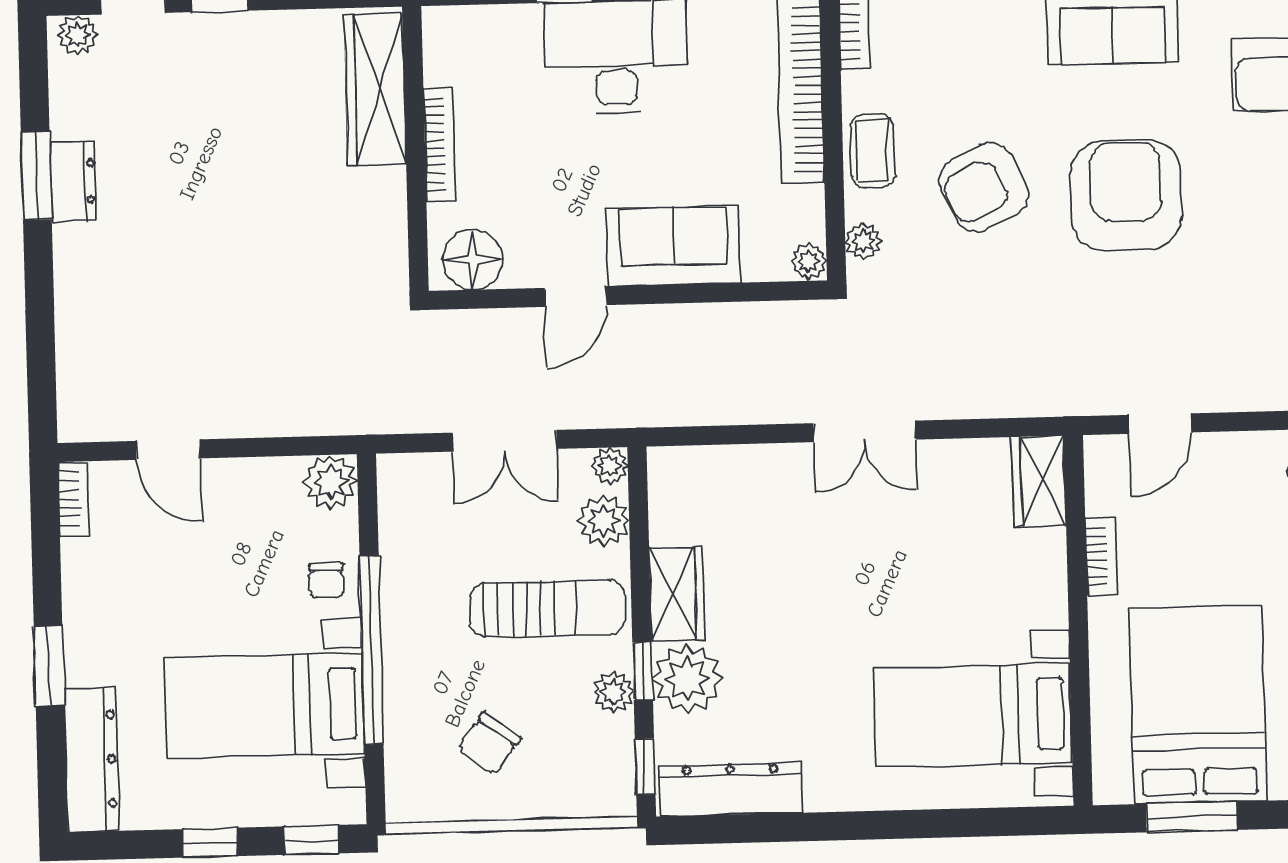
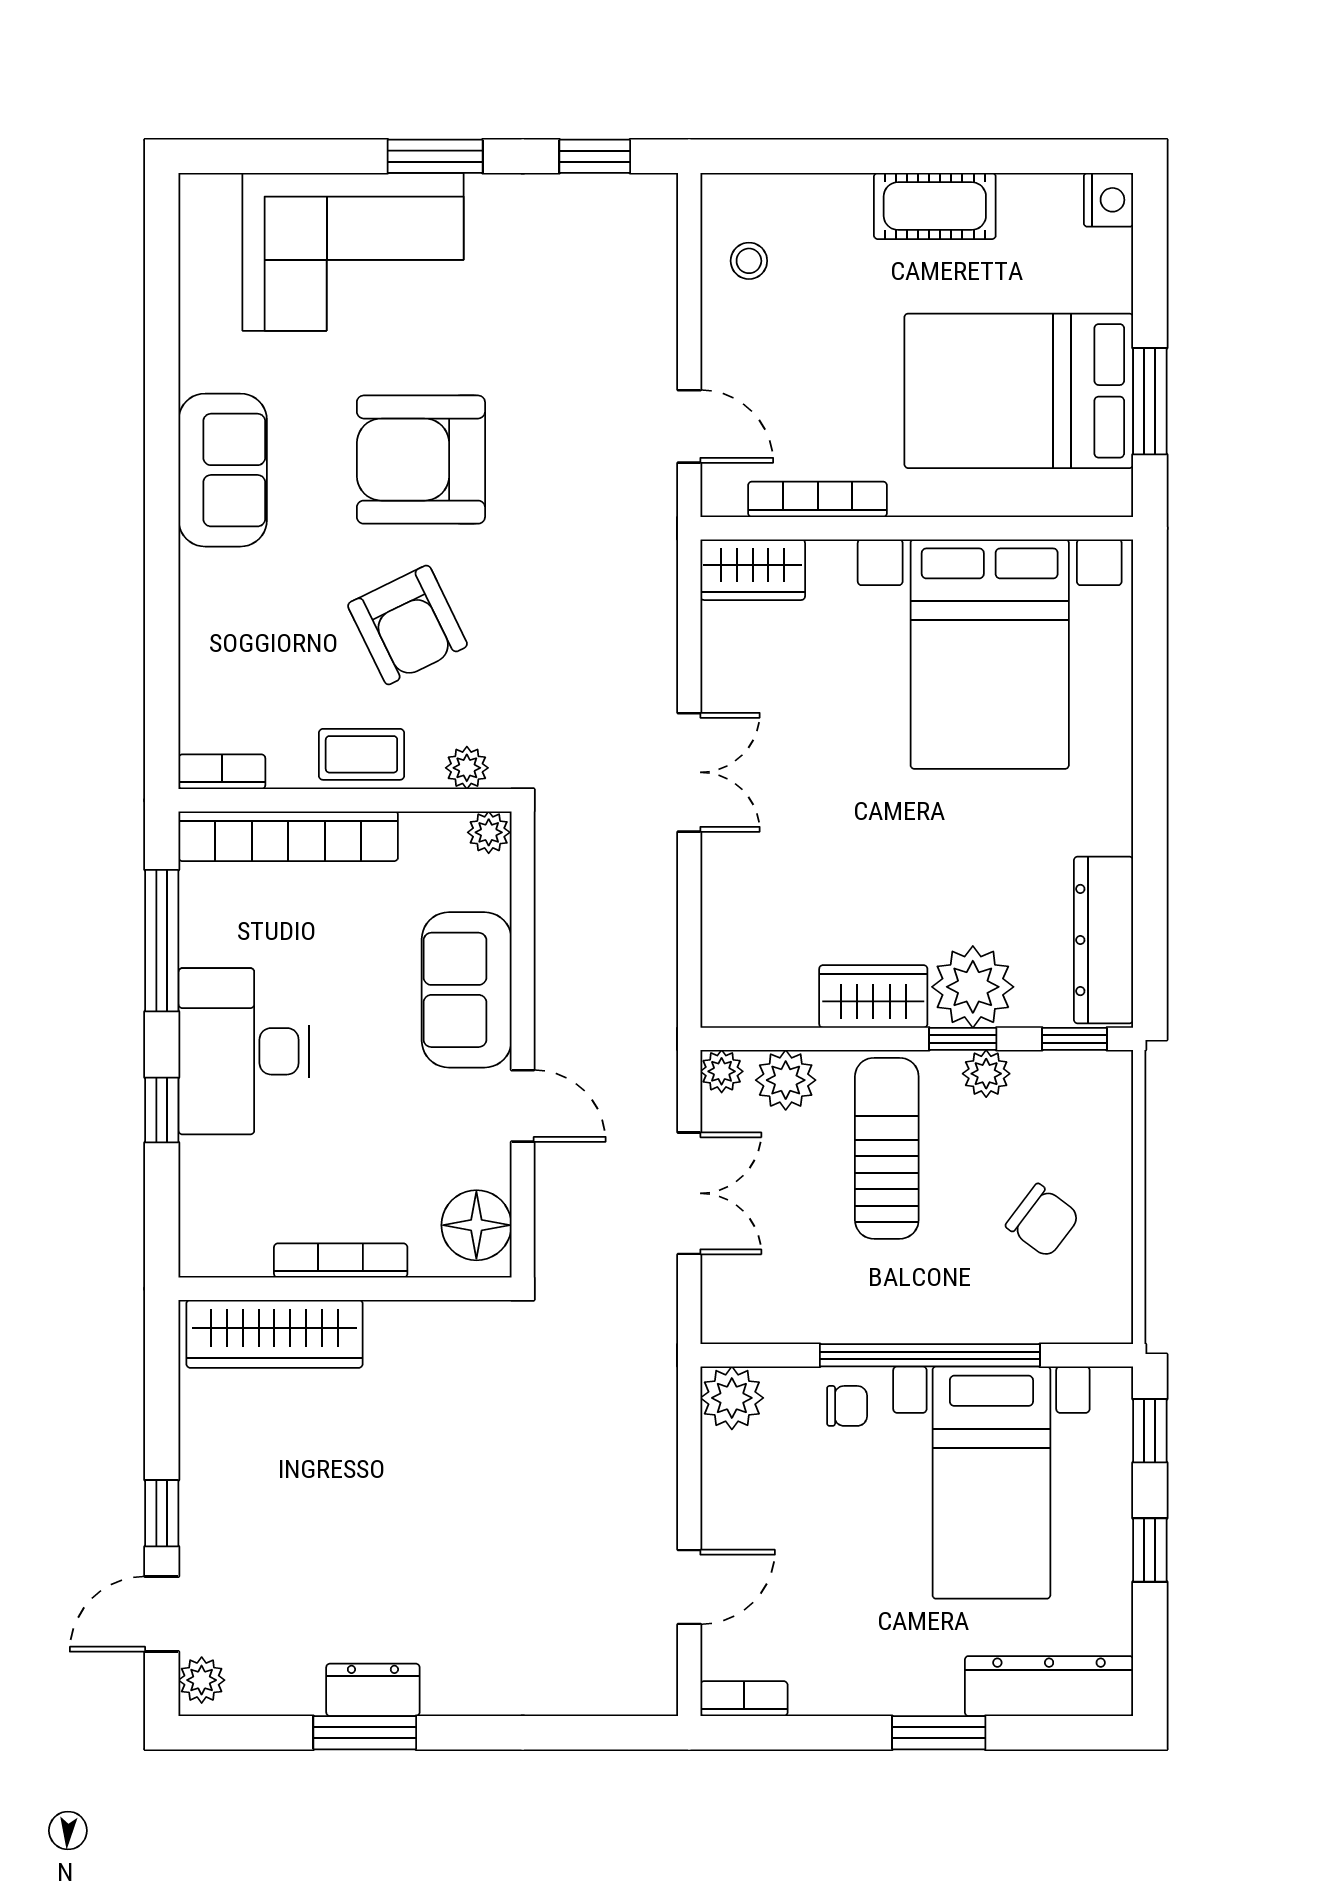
bookcase: (1101, 556) -> (818, 499), width x1.56
bed with nightstands: (973, 716) -> (990, 654), width x1.36

